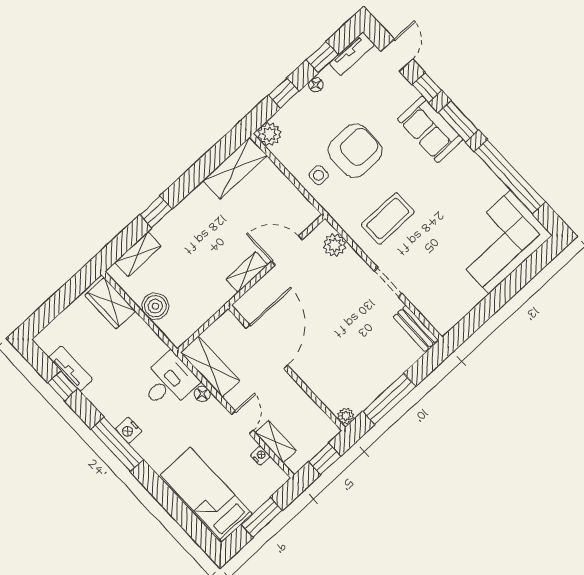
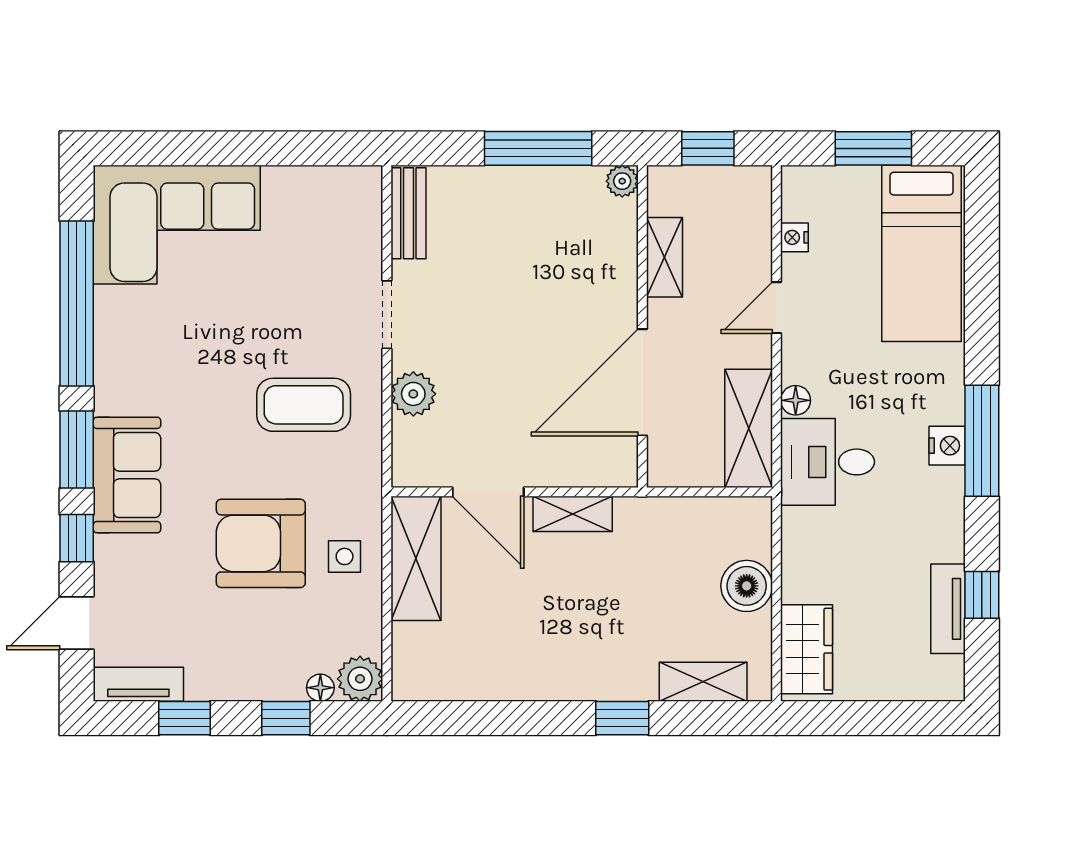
floor lamp: (316, 85) -> (320, 688), moved
shelving: (235, 168) -> (416, 558), moved, turned 90
plant: (335, 245) -> (413, 394), moved
shelving: (276, 442) -> (665, 257), moved

